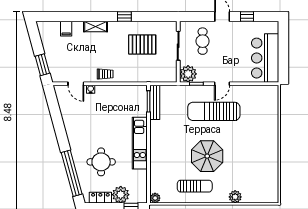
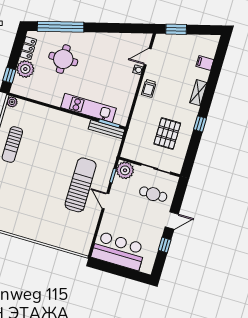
kitchen unit: (140, 143) -> (89, 108), moved
parasol: (207, 156) -> (38, 165), removed

